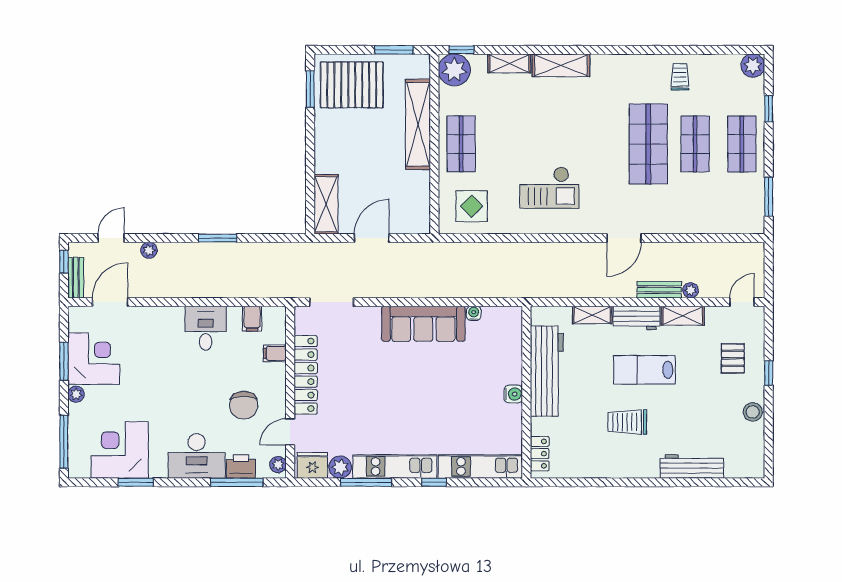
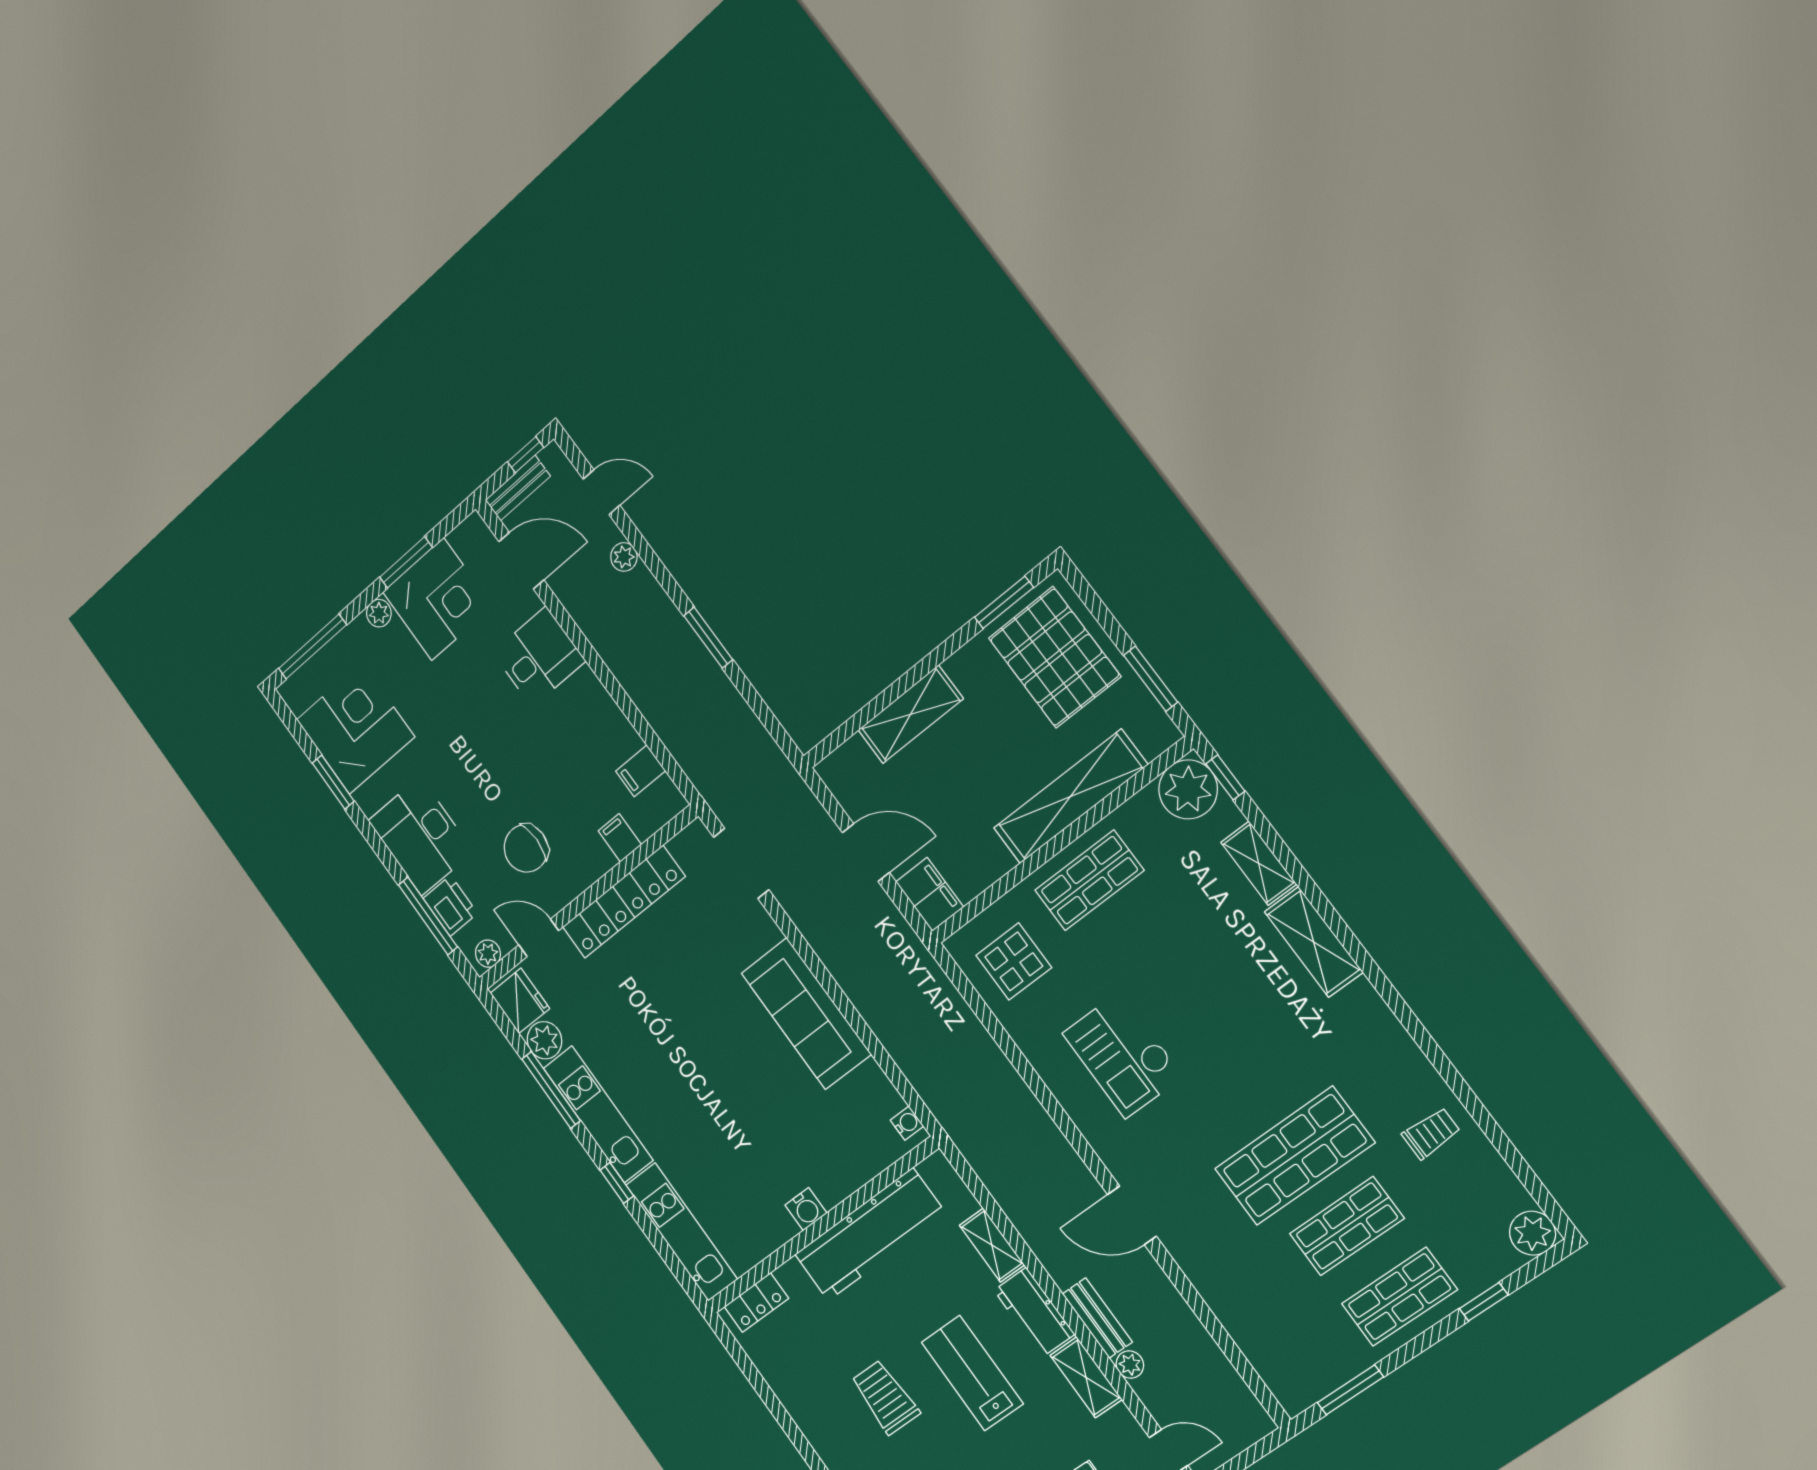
shelving: (326, 204) -> (910, 714), moved
filing cabinet: (413, 222) -> (930, 894), added
water cooler: (474, 313) -> (907, 1123), moved
desk: (206, 328) -> (539, 657), moved

